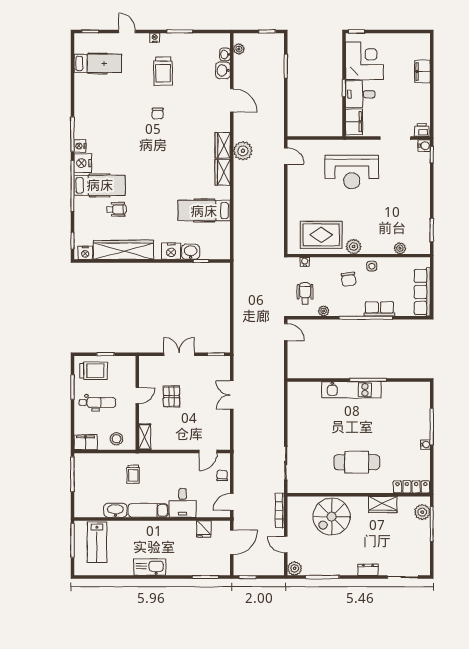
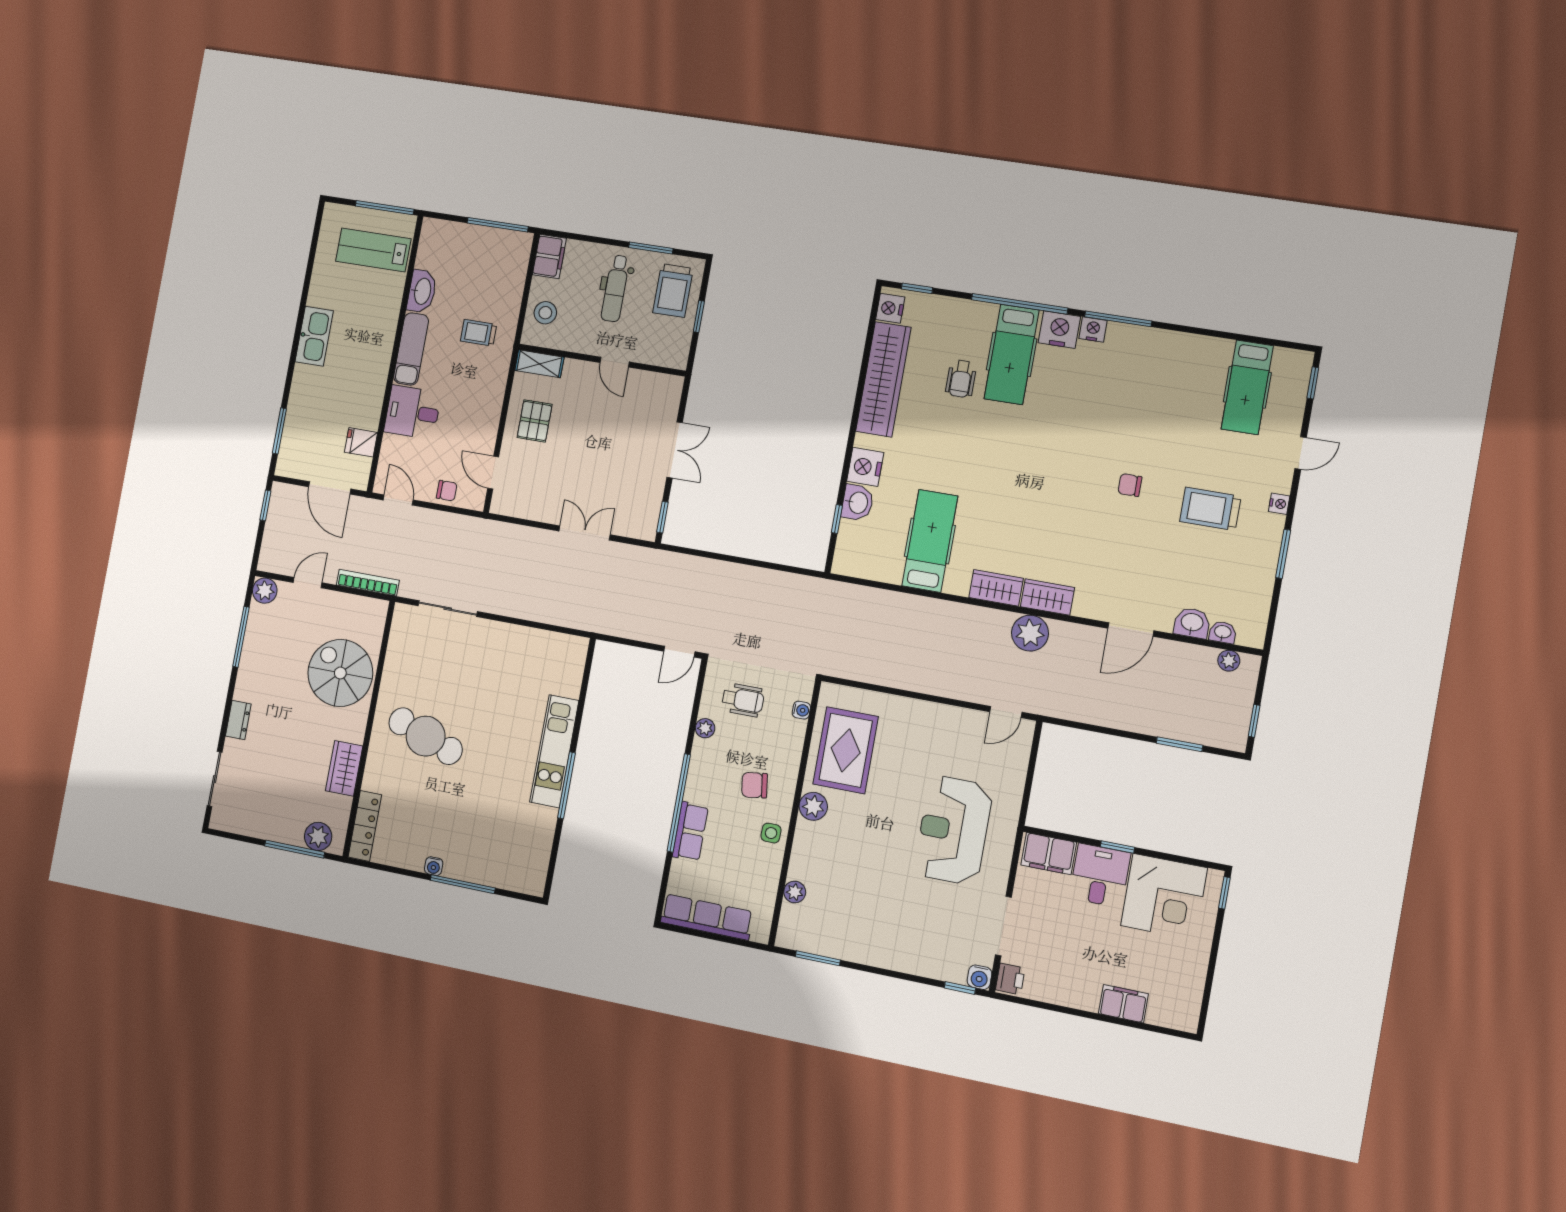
pallet: (171, 397) -> (535, 421), moved, turned 90
cafe table: (357, 462) -> (426, 736), turned -70

